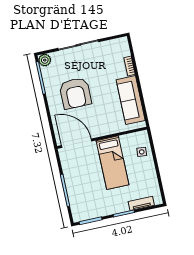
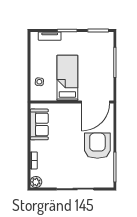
plant: (45, 60) -> (36, 182), moved
armchair: (75, 93) -> (97, 146), moved
sofa: (131, 100) -> (39, 124), width x0.73
door: (77, 143) -> (96, 102), hinge flipped

